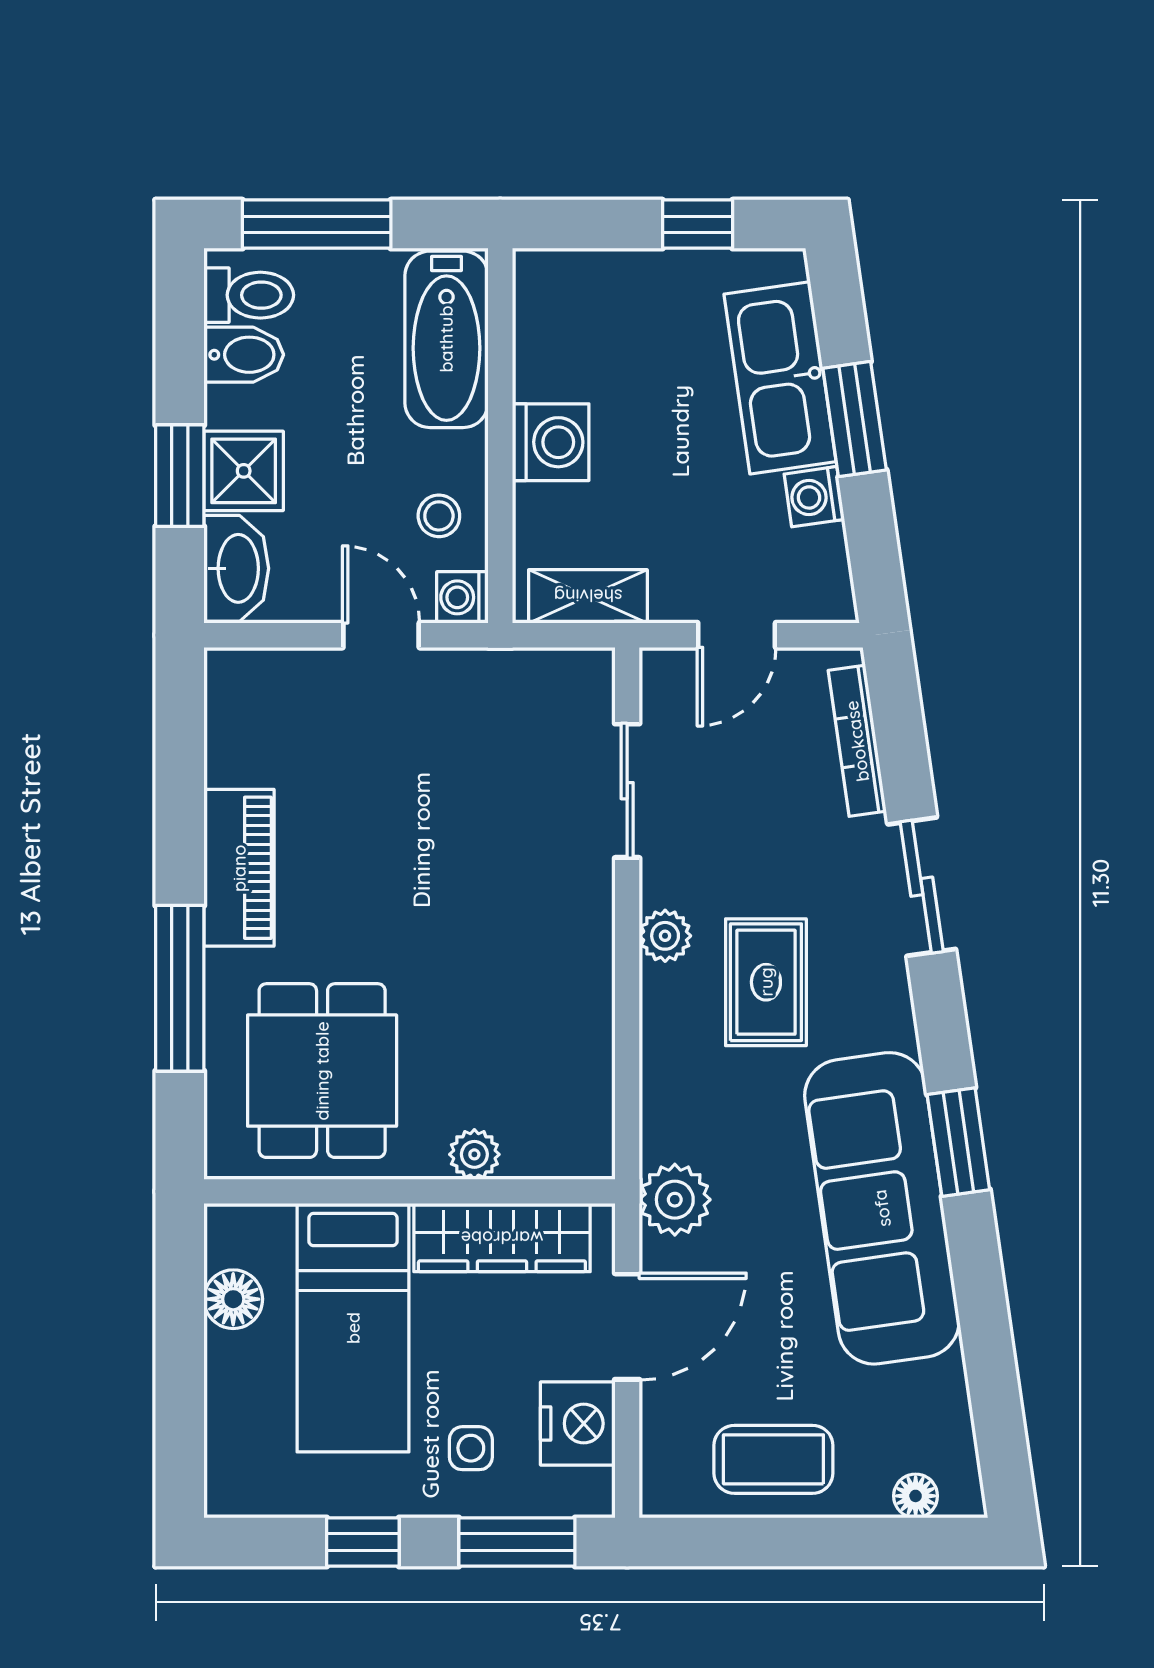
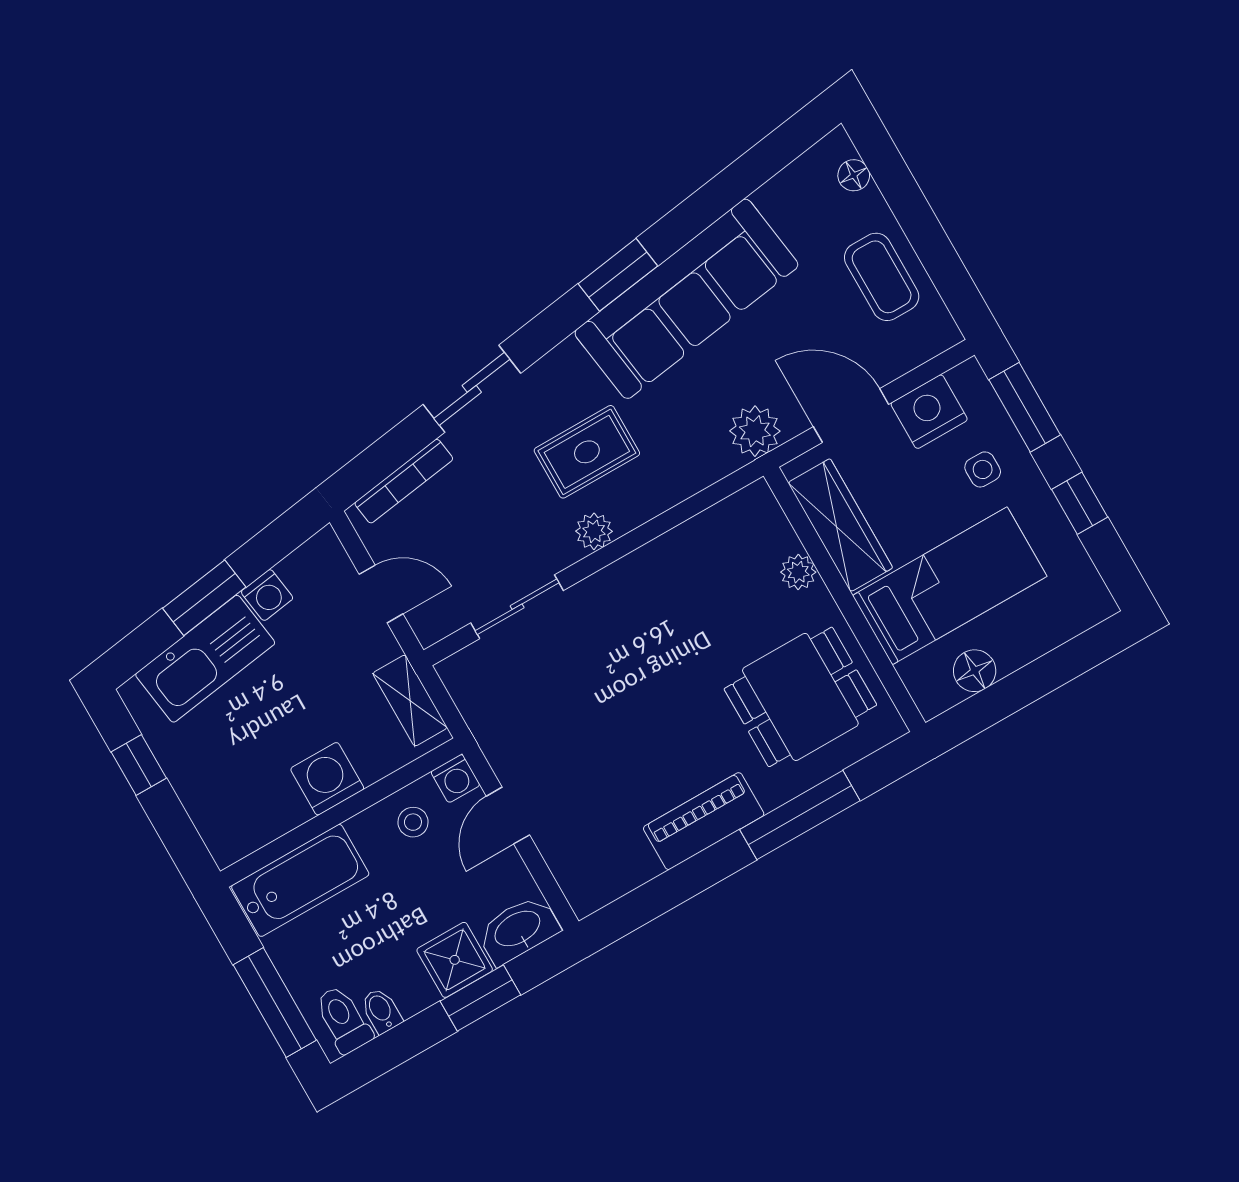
bidet: (244, 355) -> (381, 1011), width x0.72, depth x0.74

